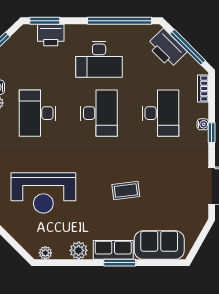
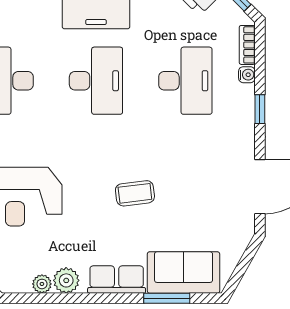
water cooler: (203, 124) -> (247, 75), moved
plant: (45, 253) -> (42, 284), moved
window: (120, 263) -> (167, 298), moved

